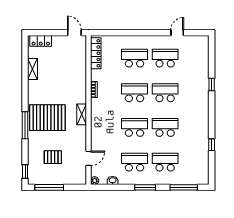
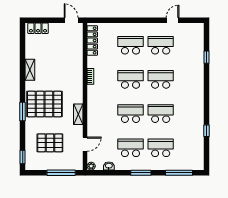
shelving: (33, 69) -> (30, 70), moved
window: (212, 85) -> (207, 57), moved
shelving: (82, 114) -> (78, 114), moved
window: (25, 125) -> (23, 111), width x0.69
pallet: (53, 157) -> (50, 143), width x1.50, depth x1.42
window: (49, 187) -> (61, 173), moved

